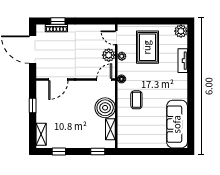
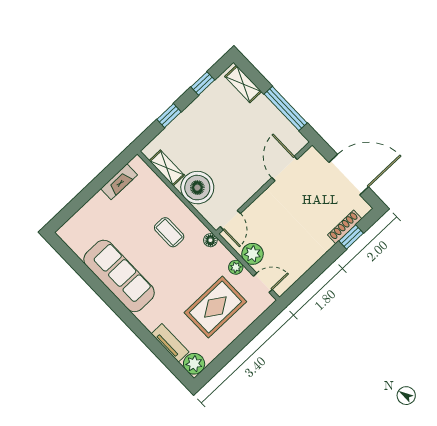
rug: (147, 47) -> (215, 307), turned 90
tv unit: (183, 61) -> (170, 343), moved
window: (33, 106) -> (286, 108), width x2.17
sofa: (177, 124) -> (119, 276), moved
fireplace: (137, 143) -> (119, 182), added
window: (98, 152) -> (169, 116), moved

